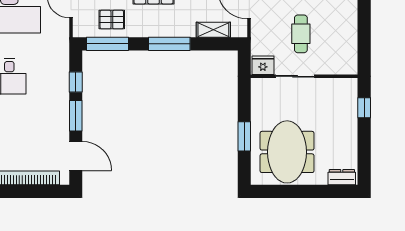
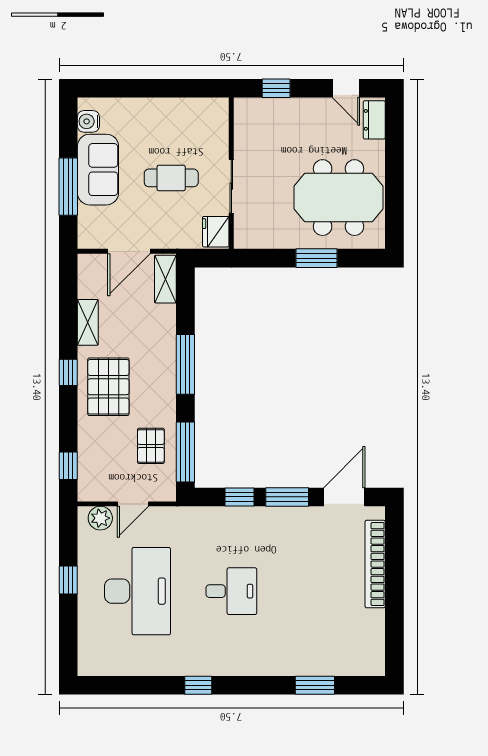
shelving: (213, 30) -> (165, 279), moved
door: (364, 157) -> (346, 88), added

